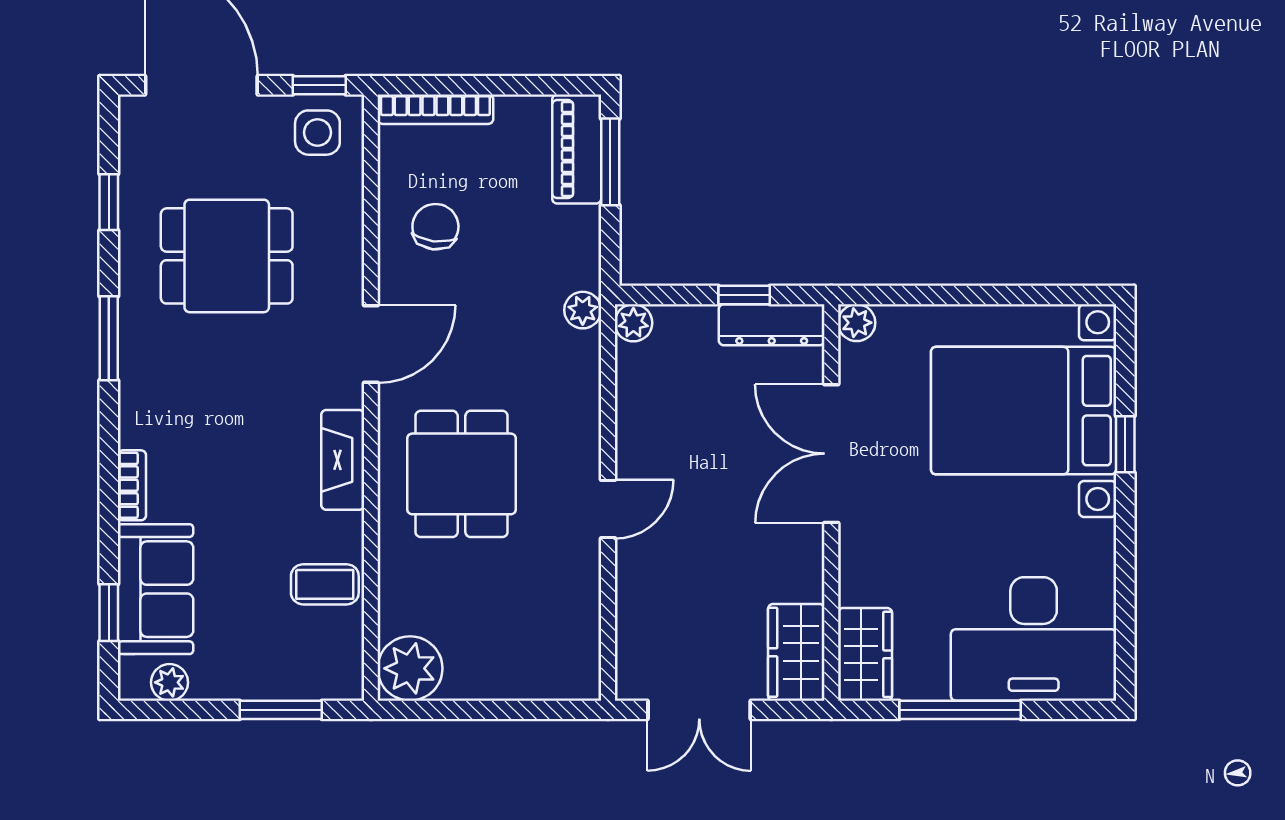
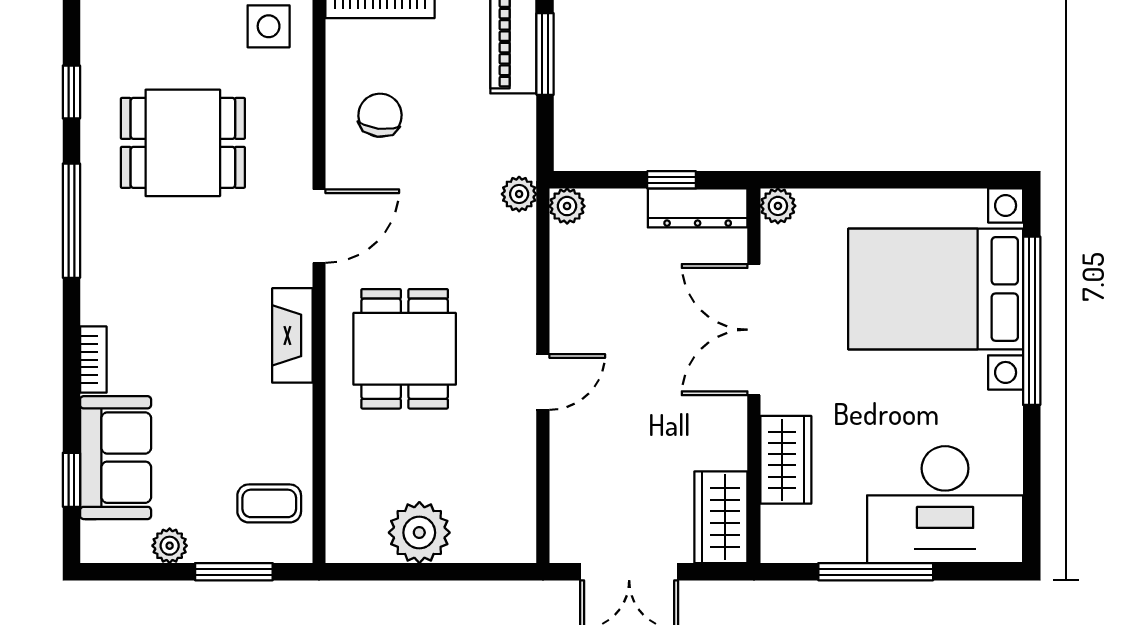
window: (109, 338) -> (71, 221), width x1.44
window: (1125, 444) -> (1032, 321), width x3.17
coffee table: (325, 584) -> (269, 503), moved
wardrobe: (865, 654) -> (786, 460), moved
plant: (410, 668) -> (419, 533), moved
plant: (170, 682) -> (170, 546), moved

